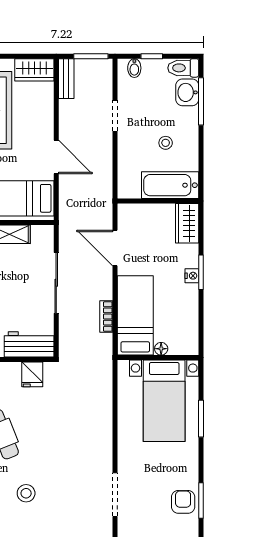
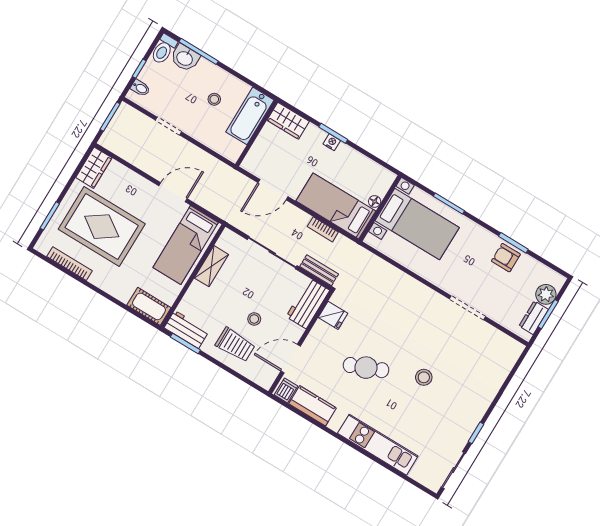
bench: (66, 79) -> (319, 270), moved

